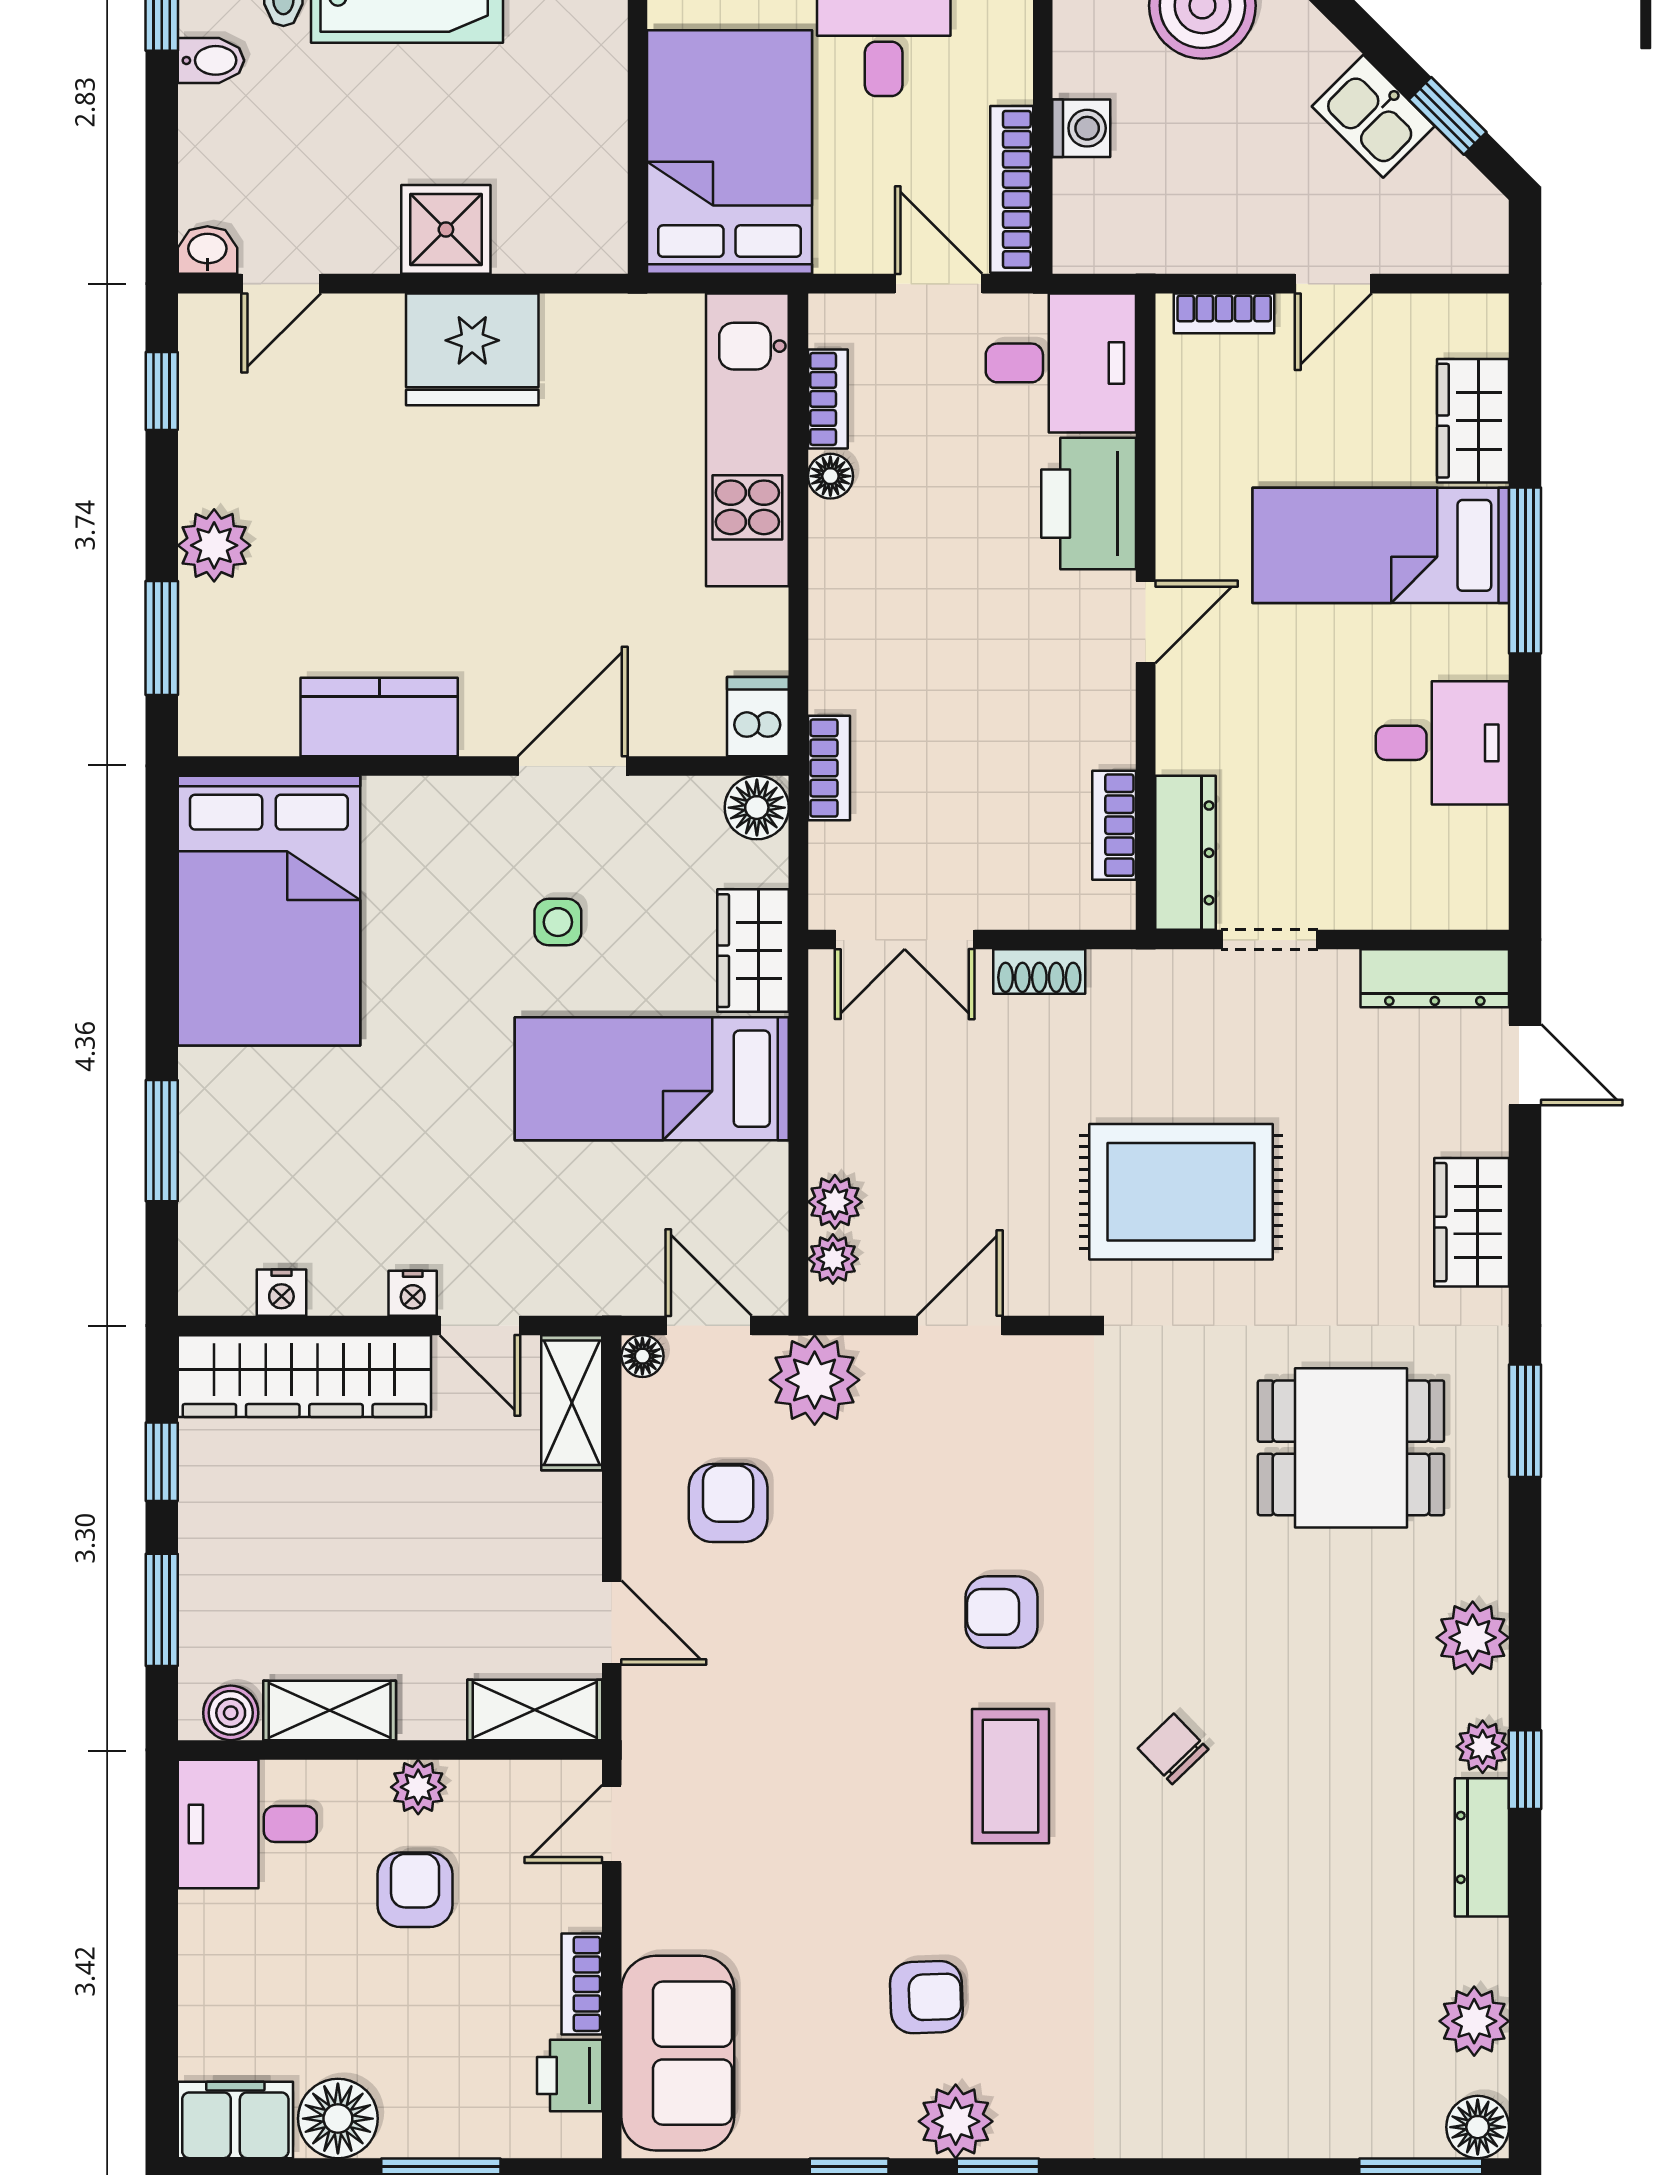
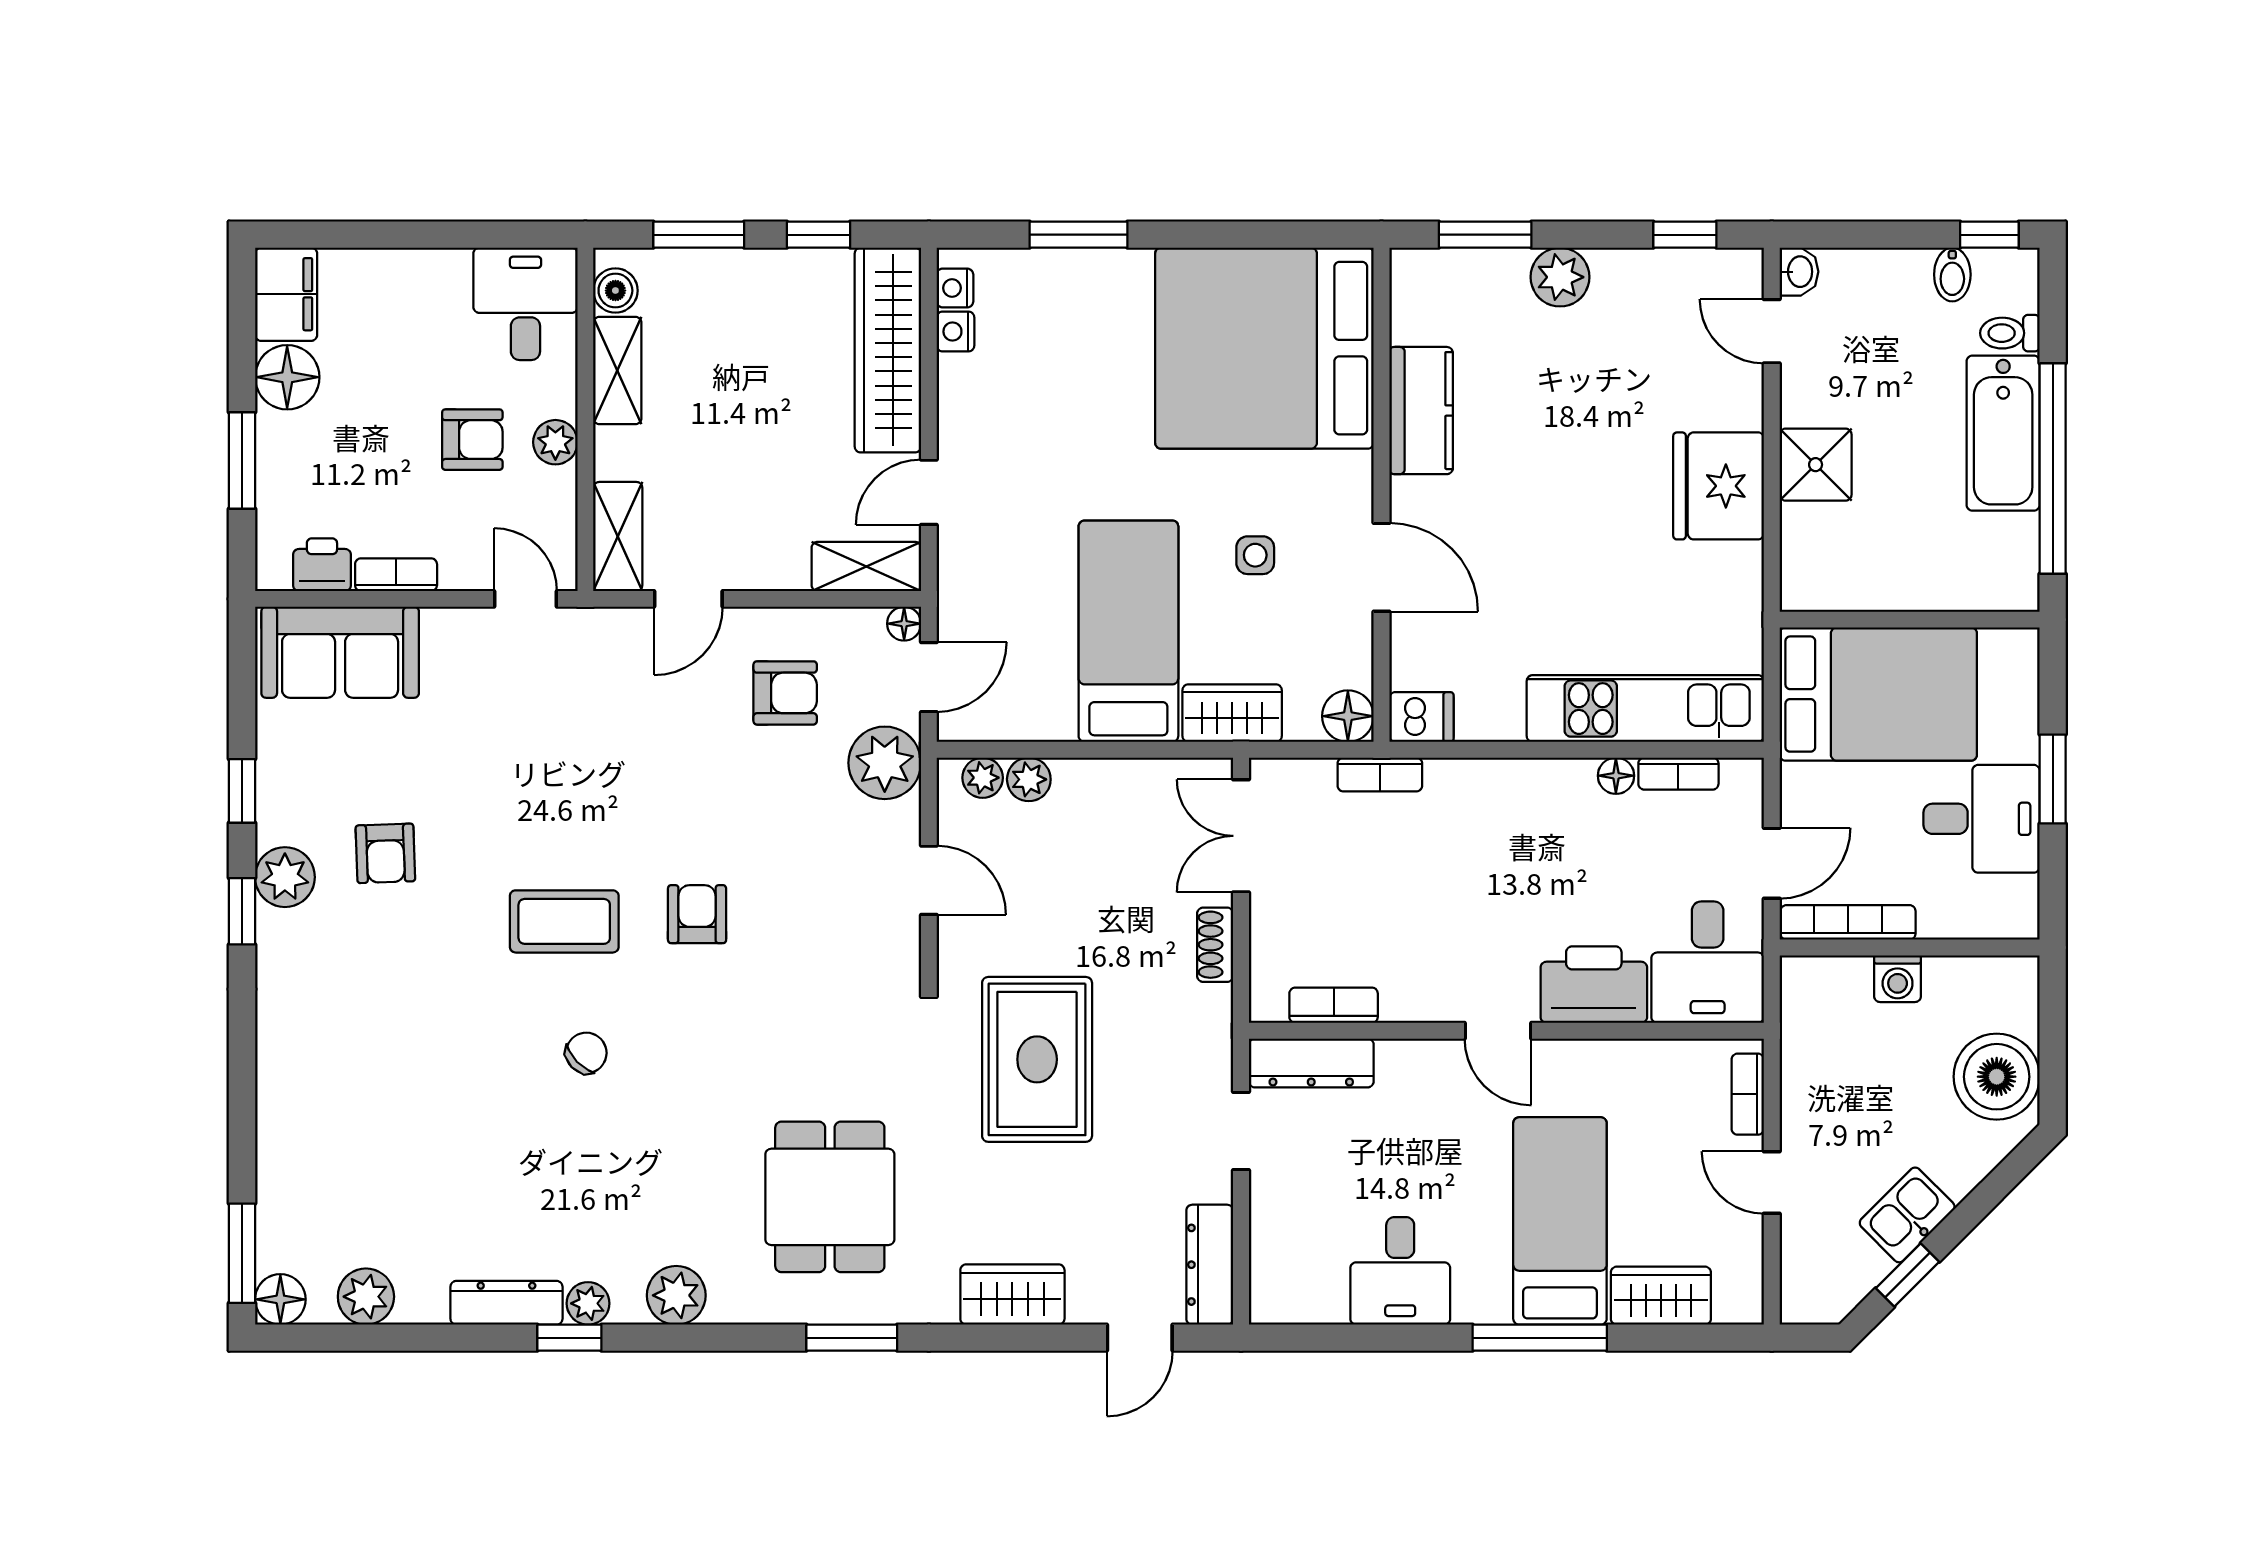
bed: (269, 911) -> (1264, 348), width x1.36
nightstand: (413, 1293) -> (955, 288), moved

